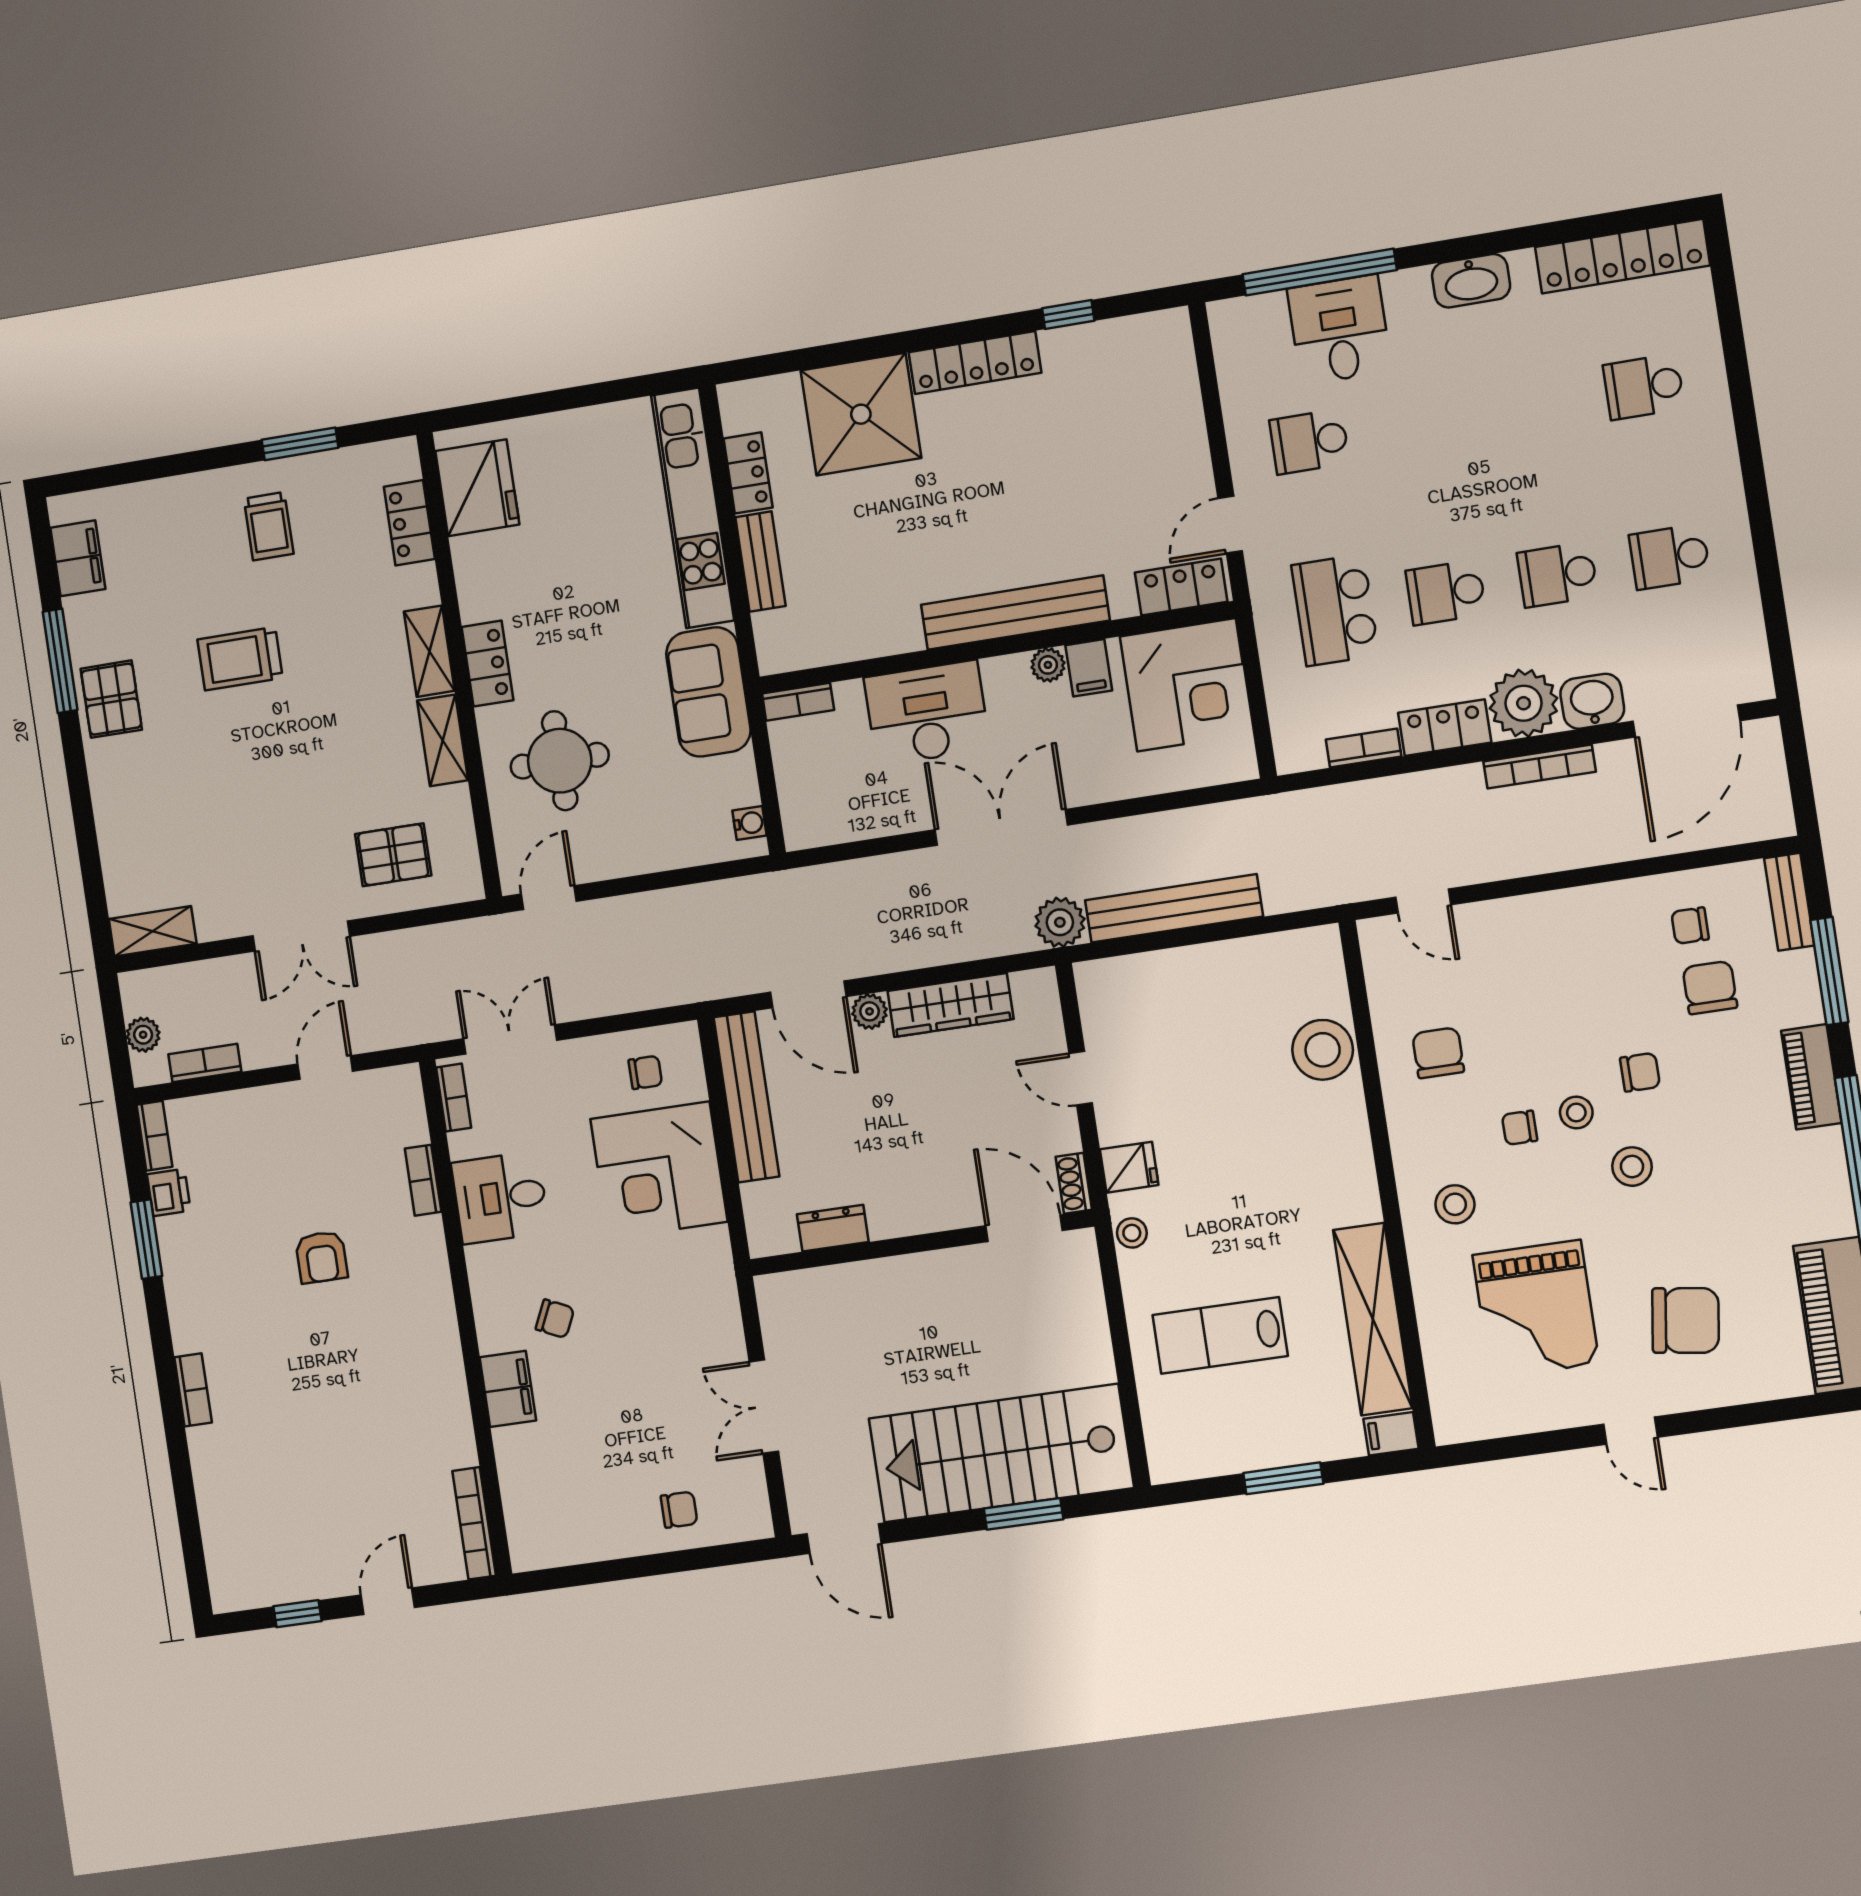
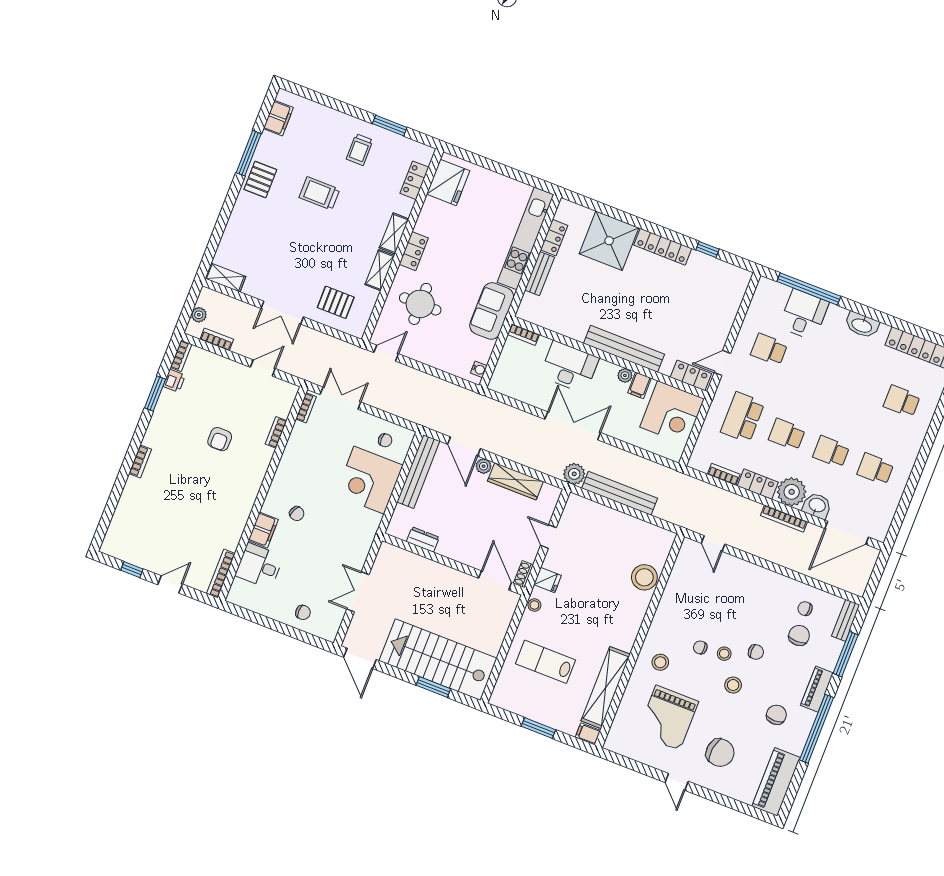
chair: (1438, 1053) -> (776, 715), moved
desk: (500, 1197) -> (259, 566), moved

